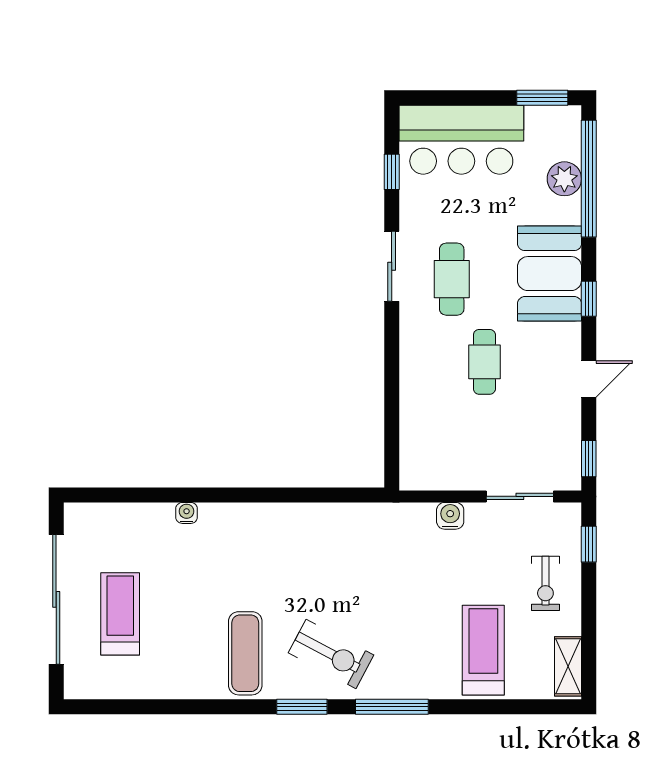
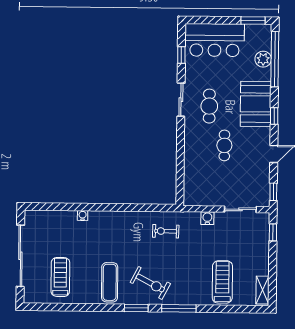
exercise bike: (545, 583) -> (166, 231), moved, turned 91
treadmill: (120, 614) -> (60, 277), moved

